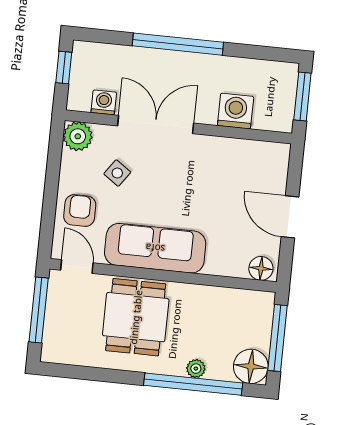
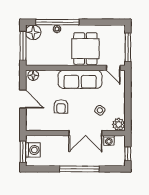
washing machine: (236, 111) -> (33, 150), moved, turned -90
armchair: (80, 211) -> (61, 107), moved

